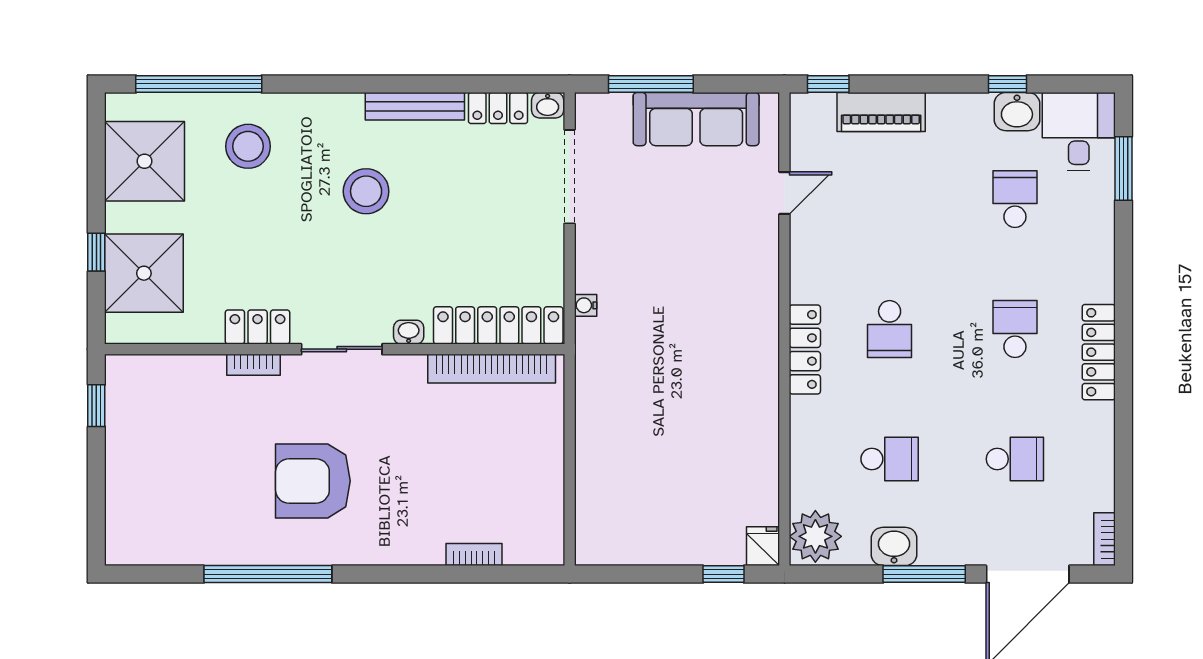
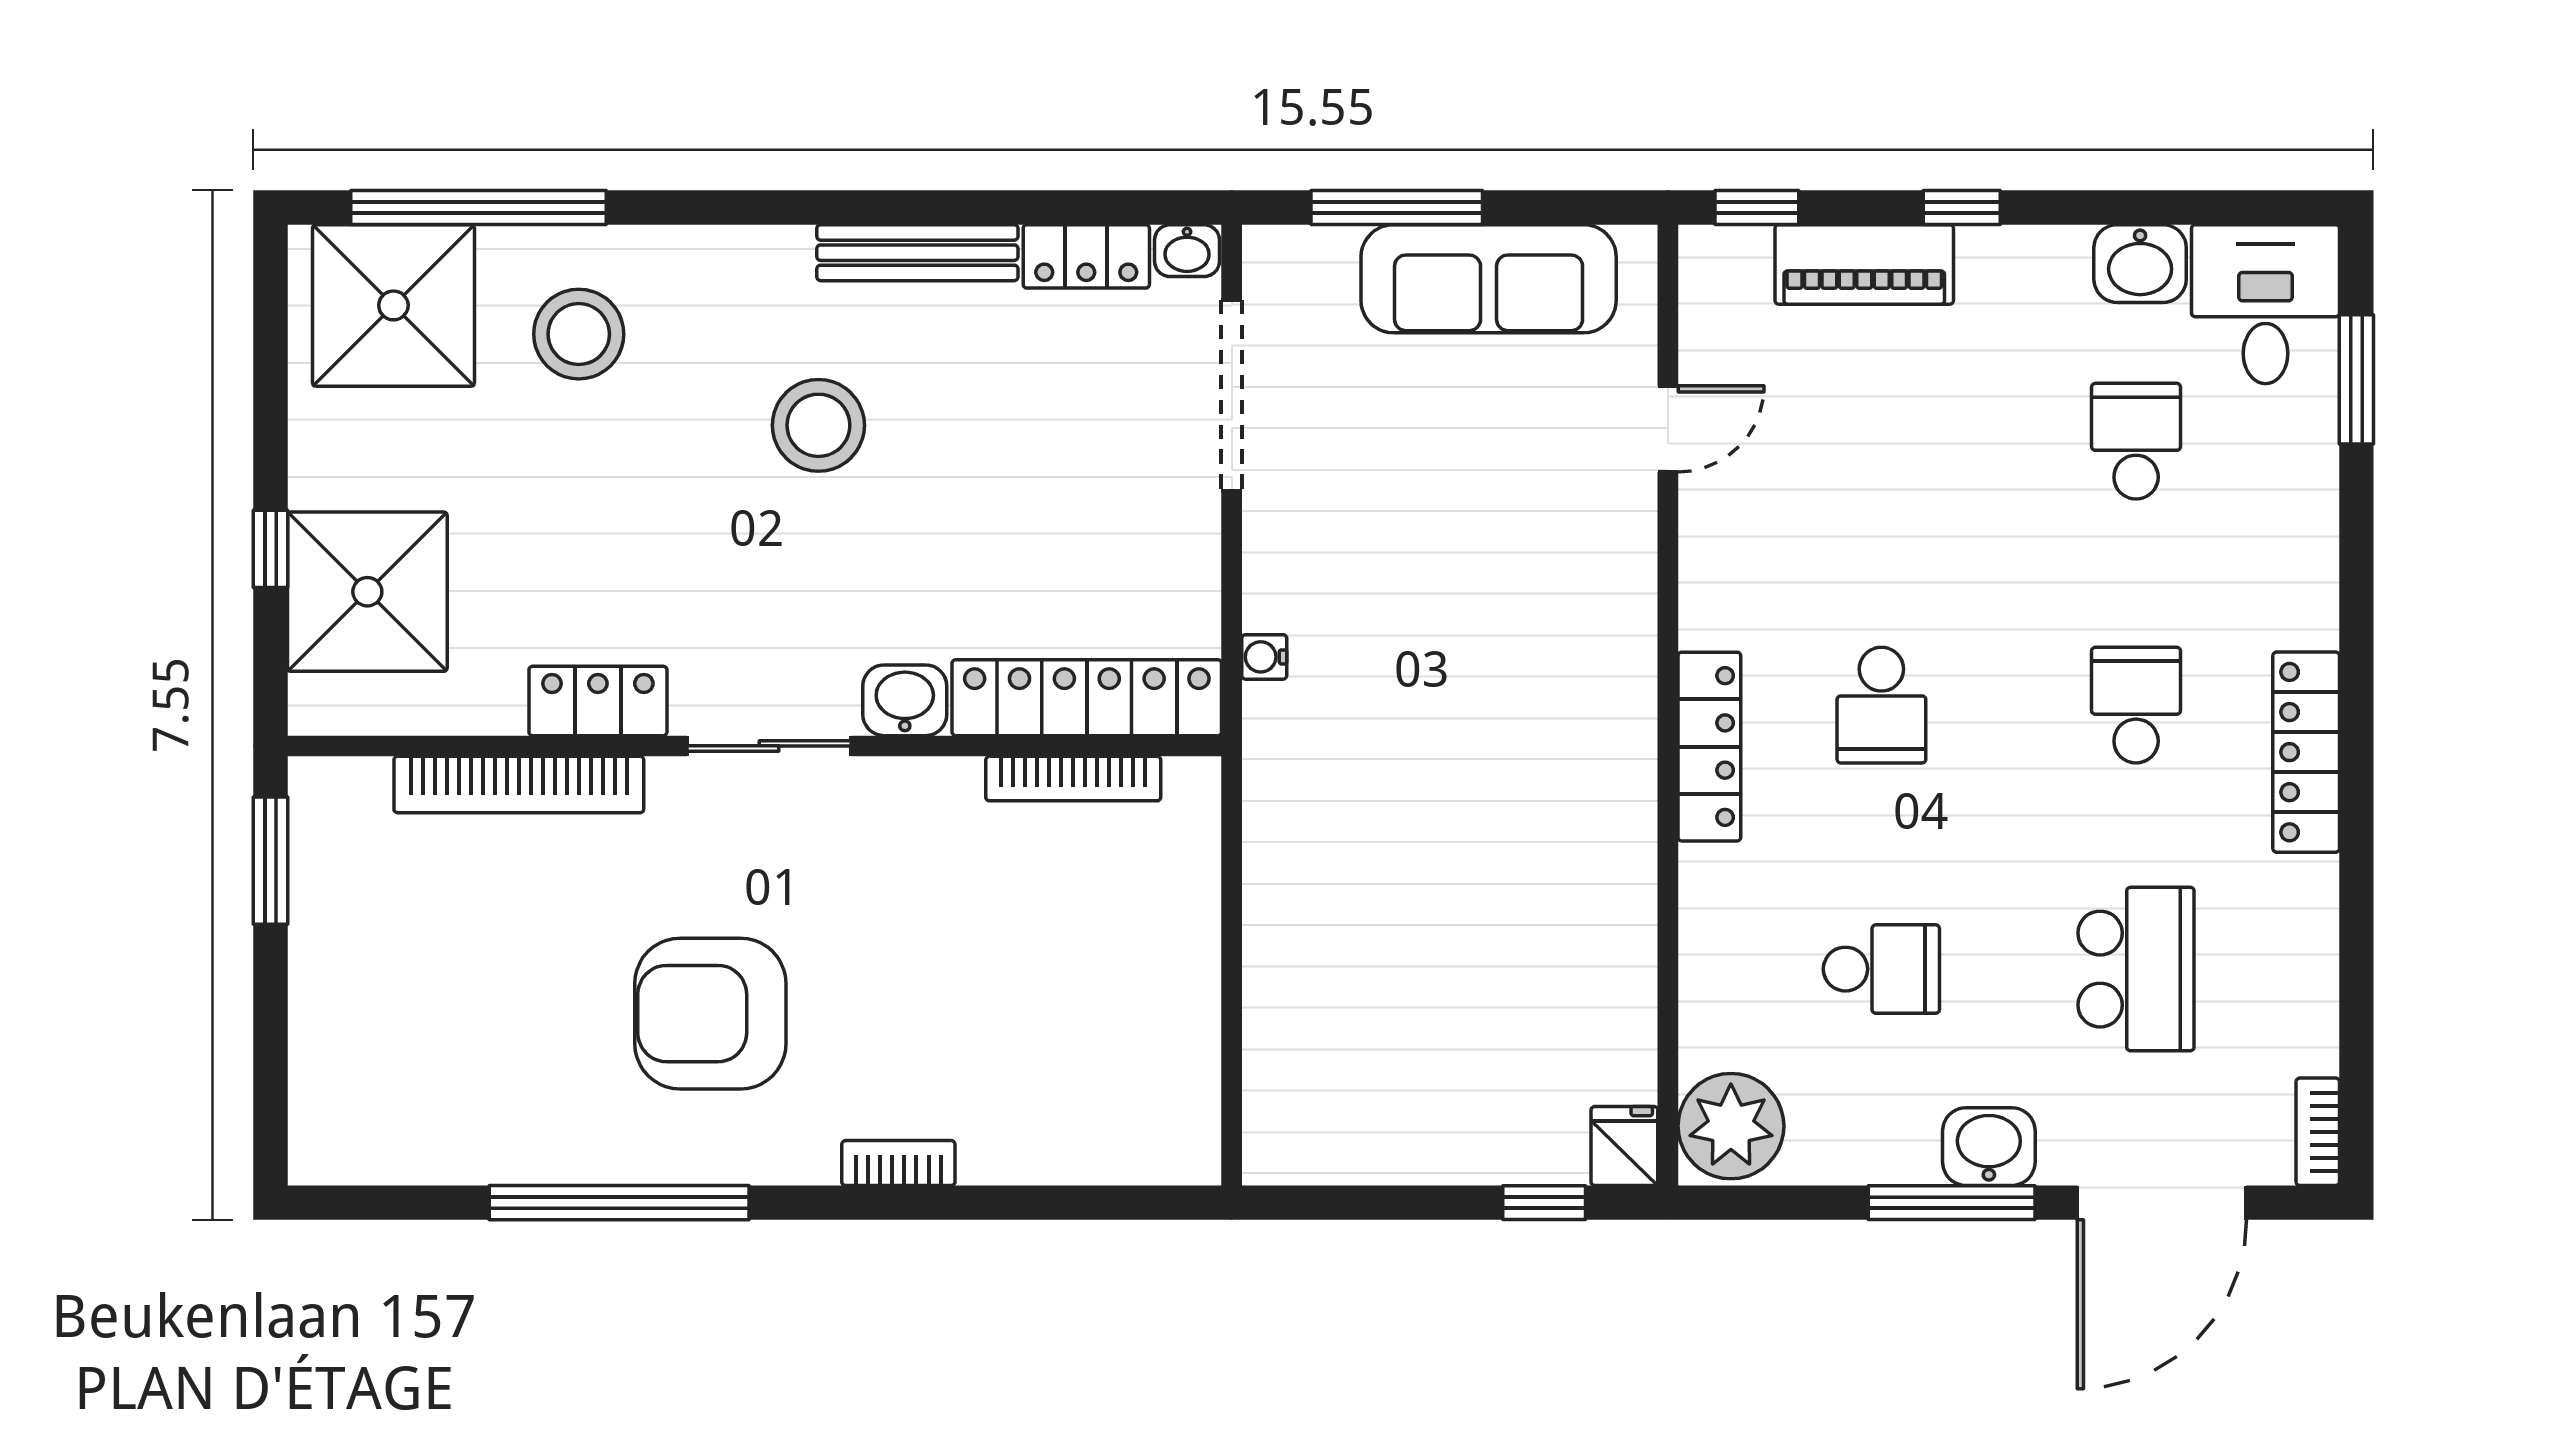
window: (1007, 84) -> (1962, 207), moved
shower: (144, 161) -> (393, 305), moved
washbasin: (409, 332) -> (905, 700), width x1.38, depth x1.45
bookcase: (253, 365) -> (519, 785), width x2.31, depth x1.31
bookcase: (492, 369) -> (1073, 779), width x0.68, depth x0.76
window: (96, 406) -> (271, 861), width x1.50
school desk: (1015, 459) -> (2136, 969), width x1.85
washbasin: (894, 546) -> (1989, 1147), moved
bookcase: (474, 555) -> (898, 1163), moved

